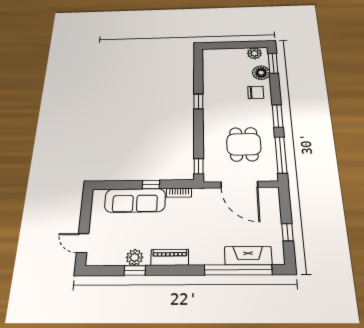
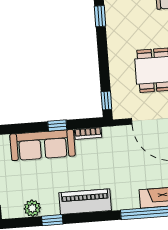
plant: (135, 257) -> (32, 208), moved
piano: (170, 257) -> (85, 202), width x1.37, depth x1.33

